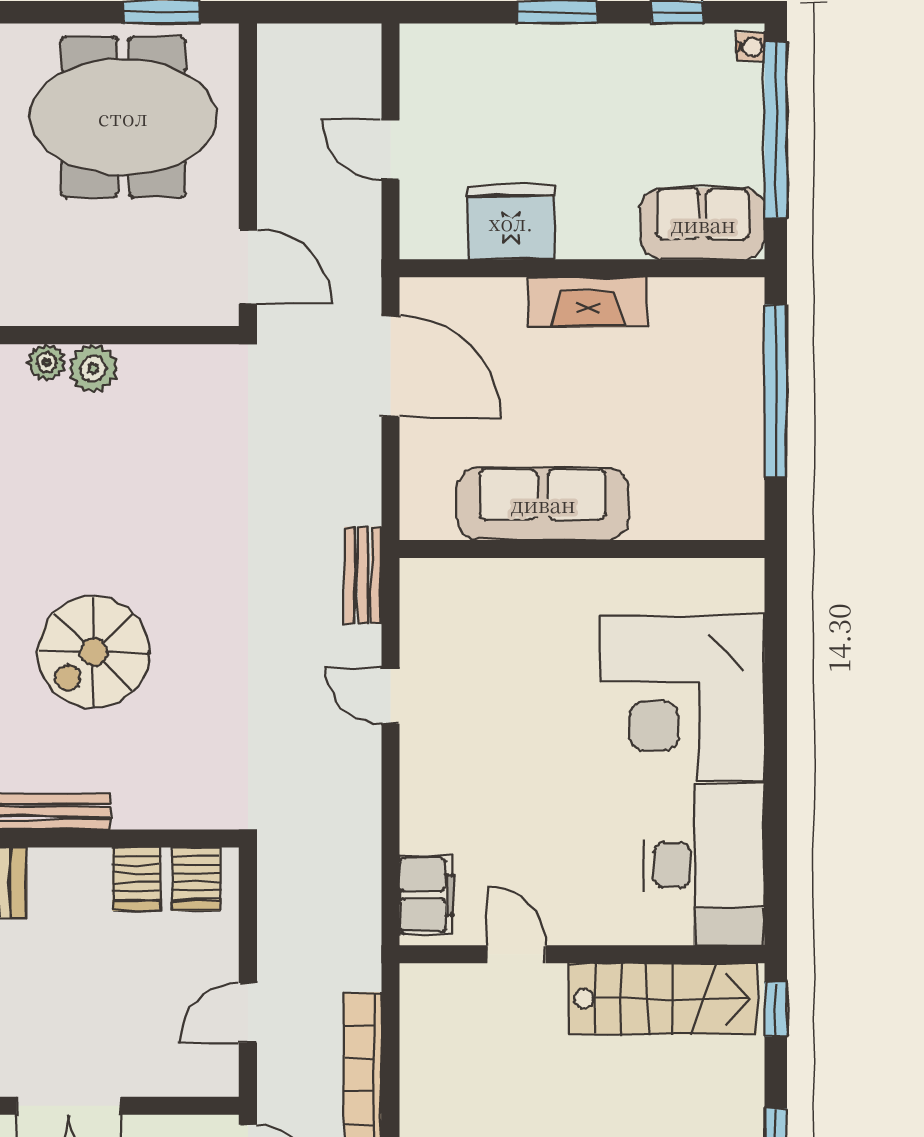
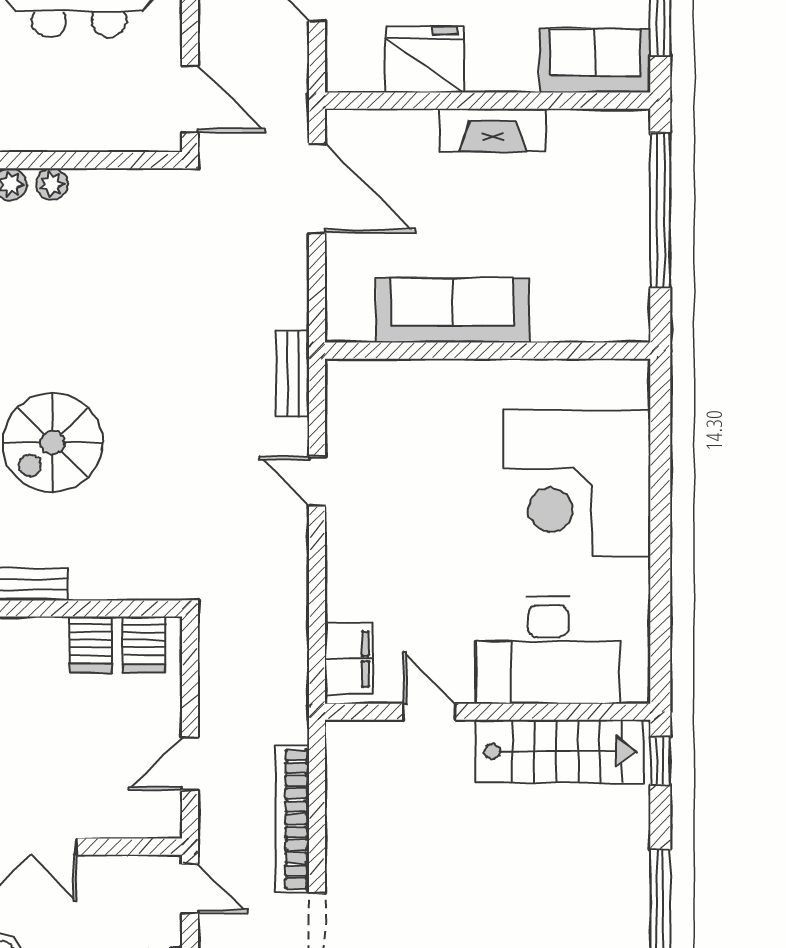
plant: (93, 369) -> (52, 184), width x0.73, depth x0.73
desk: (704, 865) -> (548, 650), moved, turned 90

